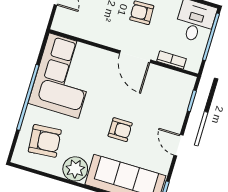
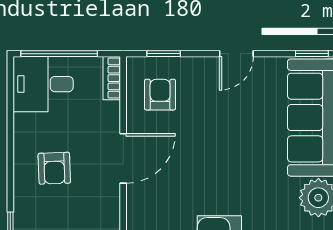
bookcase: (171, 60) -> (112, 78), moved
armchair: (120, 130) -> (160, 95), moved

